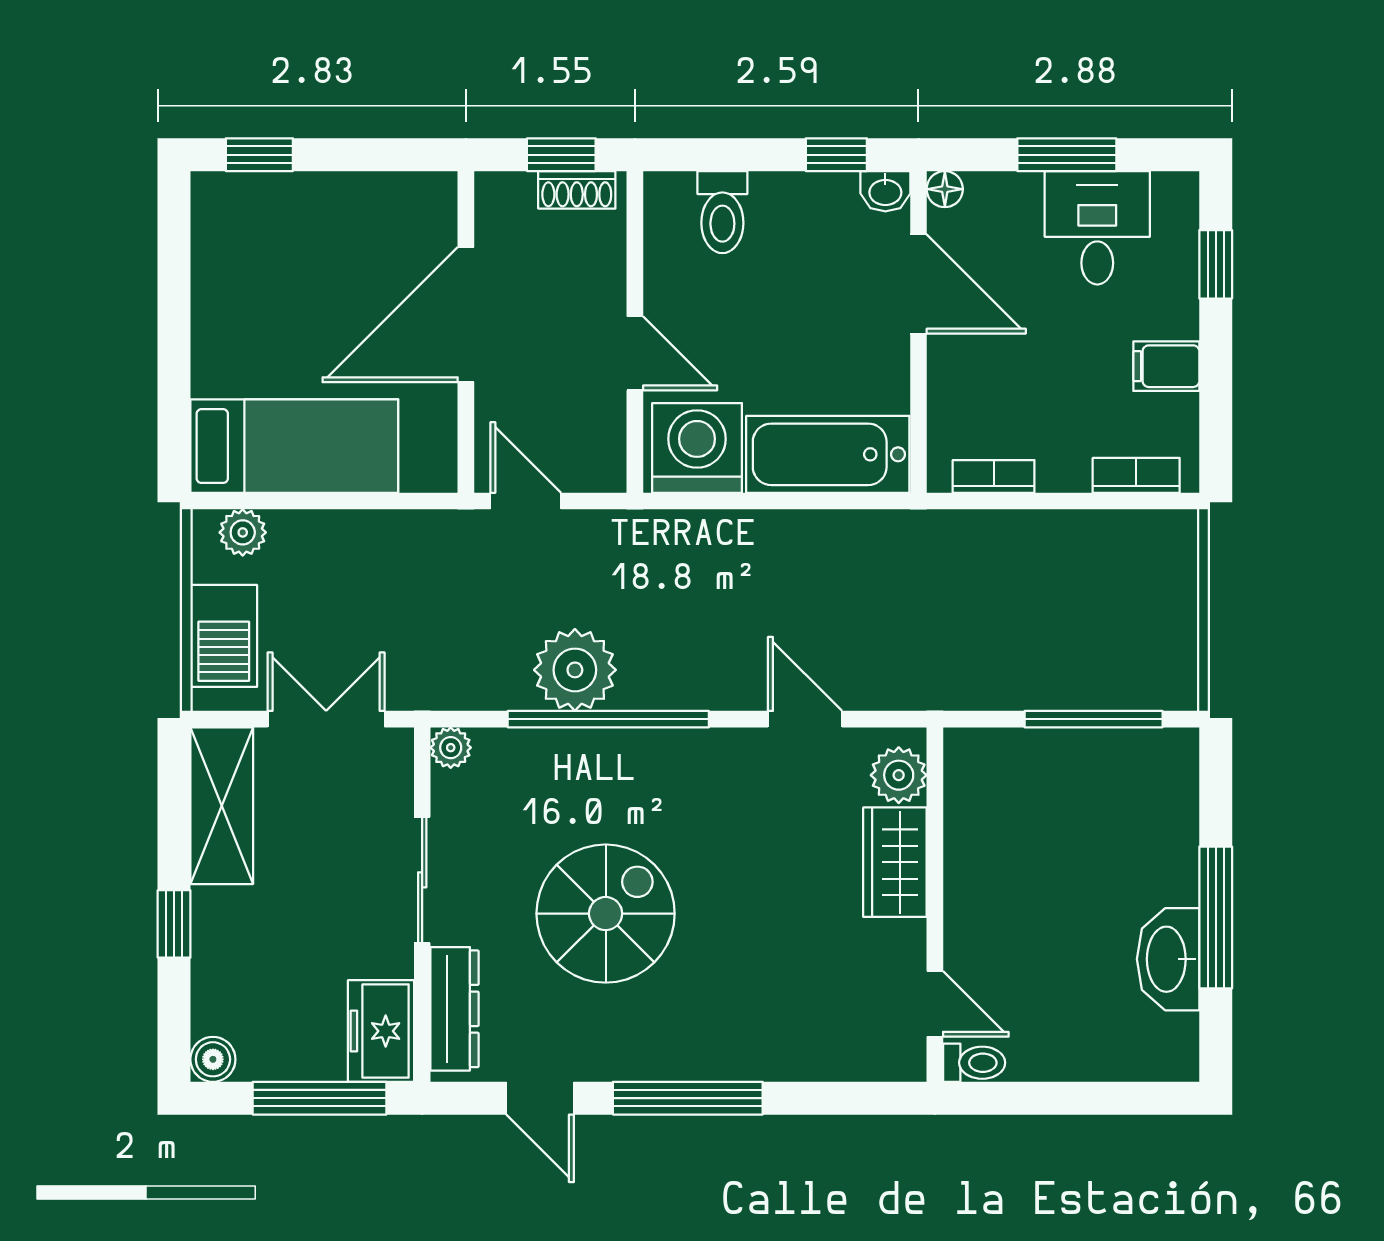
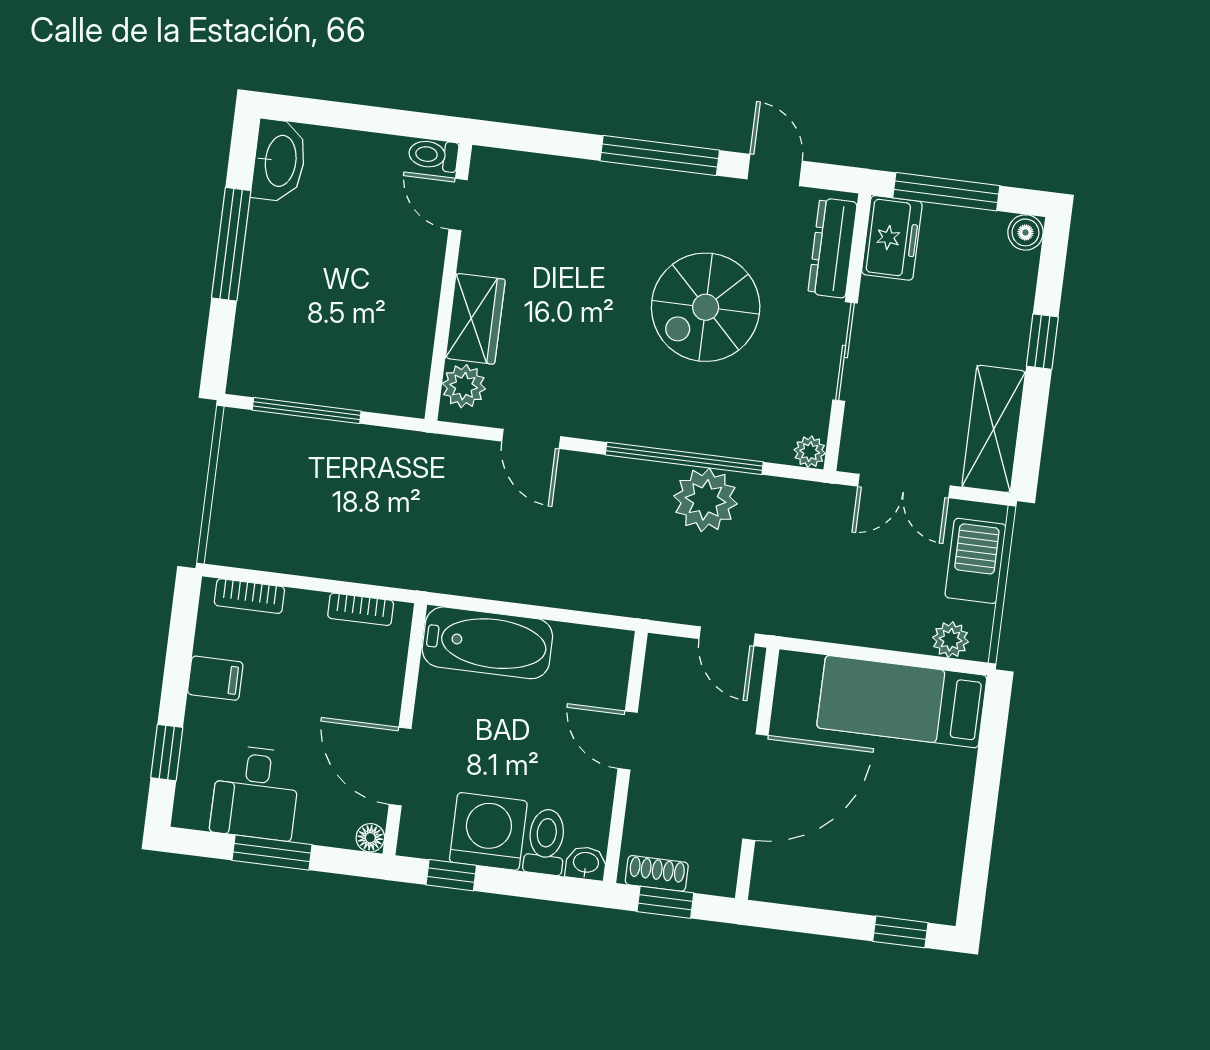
washbasin: (885, 191) -> (586, 863), moved
washing machine: (697, 448) -> (488, 831), moved, turned 180
washbasin: (1168, 959) -> (279, 161), moved

